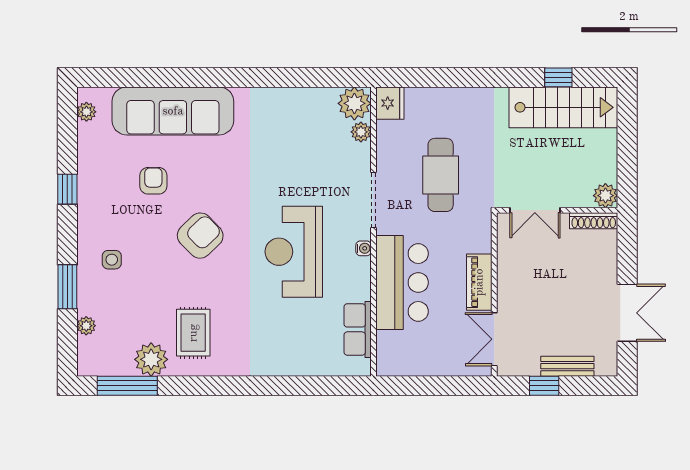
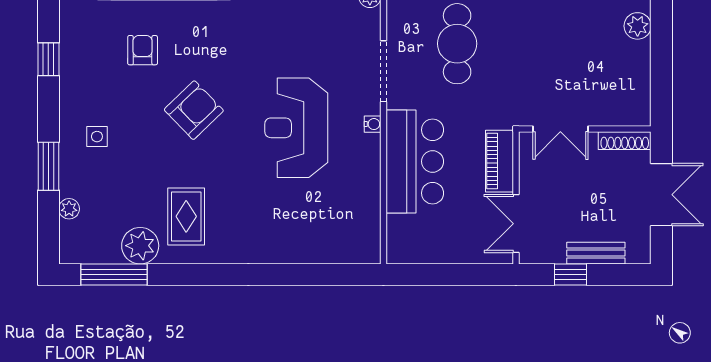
plant: (605, 196) -> (638, 26), moved
double door: (535, 210) -> (560, 129), moved
wall: (557, 210) -> (585, 129), moved
shoe rack: (594, 221) -> (625, 141), moved
row of seats: (358, 329) -> (366, 213), removed

